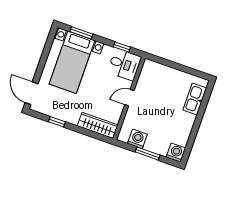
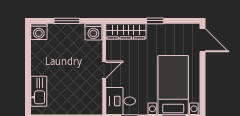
window: (57, 122) -> (155, 21), moved
washing machine: (137, 139) -> (93, 32), moved

